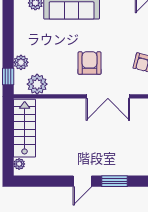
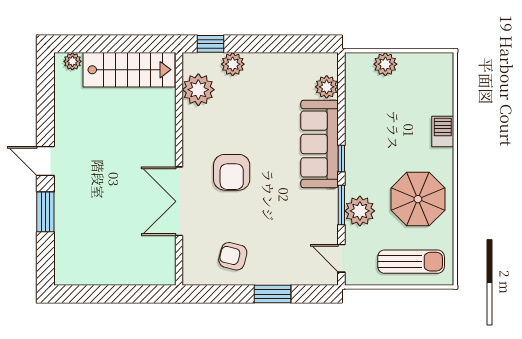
armchair: (90, 63) -> (232, 172), turned 90

